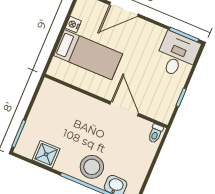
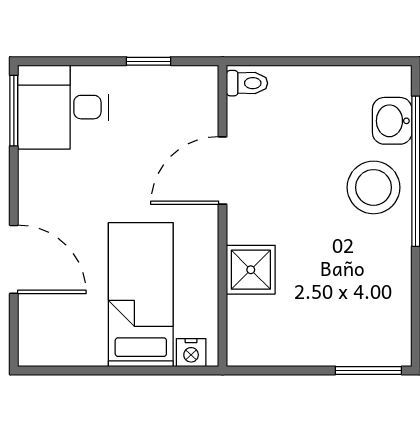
nightstand: (73, 24) -> (191, 353), moved
shower: (46, 154) -> (251, 270), moved

